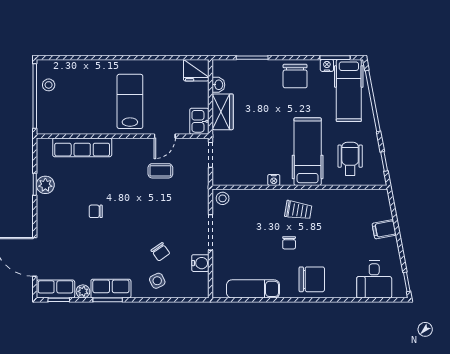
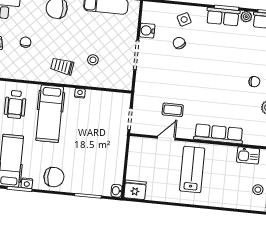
chair: (295, 76) -> (54, 177), turned 90
washbasin: (218, 85) -> (116, 191), moved
lab bench: (130, 101) -> (192, 169), turned 180
wardrobe: (223, 112) -> (117, 153), removed
kitchen sink: (199, 121) -> (248, 155), moved, turned 90
row of seats: (82, 147) -> (219, 134), moved
stool: (223, 198) -> (93, 60), moved
chair: (96, 211) -> (254, 82), moved
chair: (289, 243) -> (26, 42), moved

